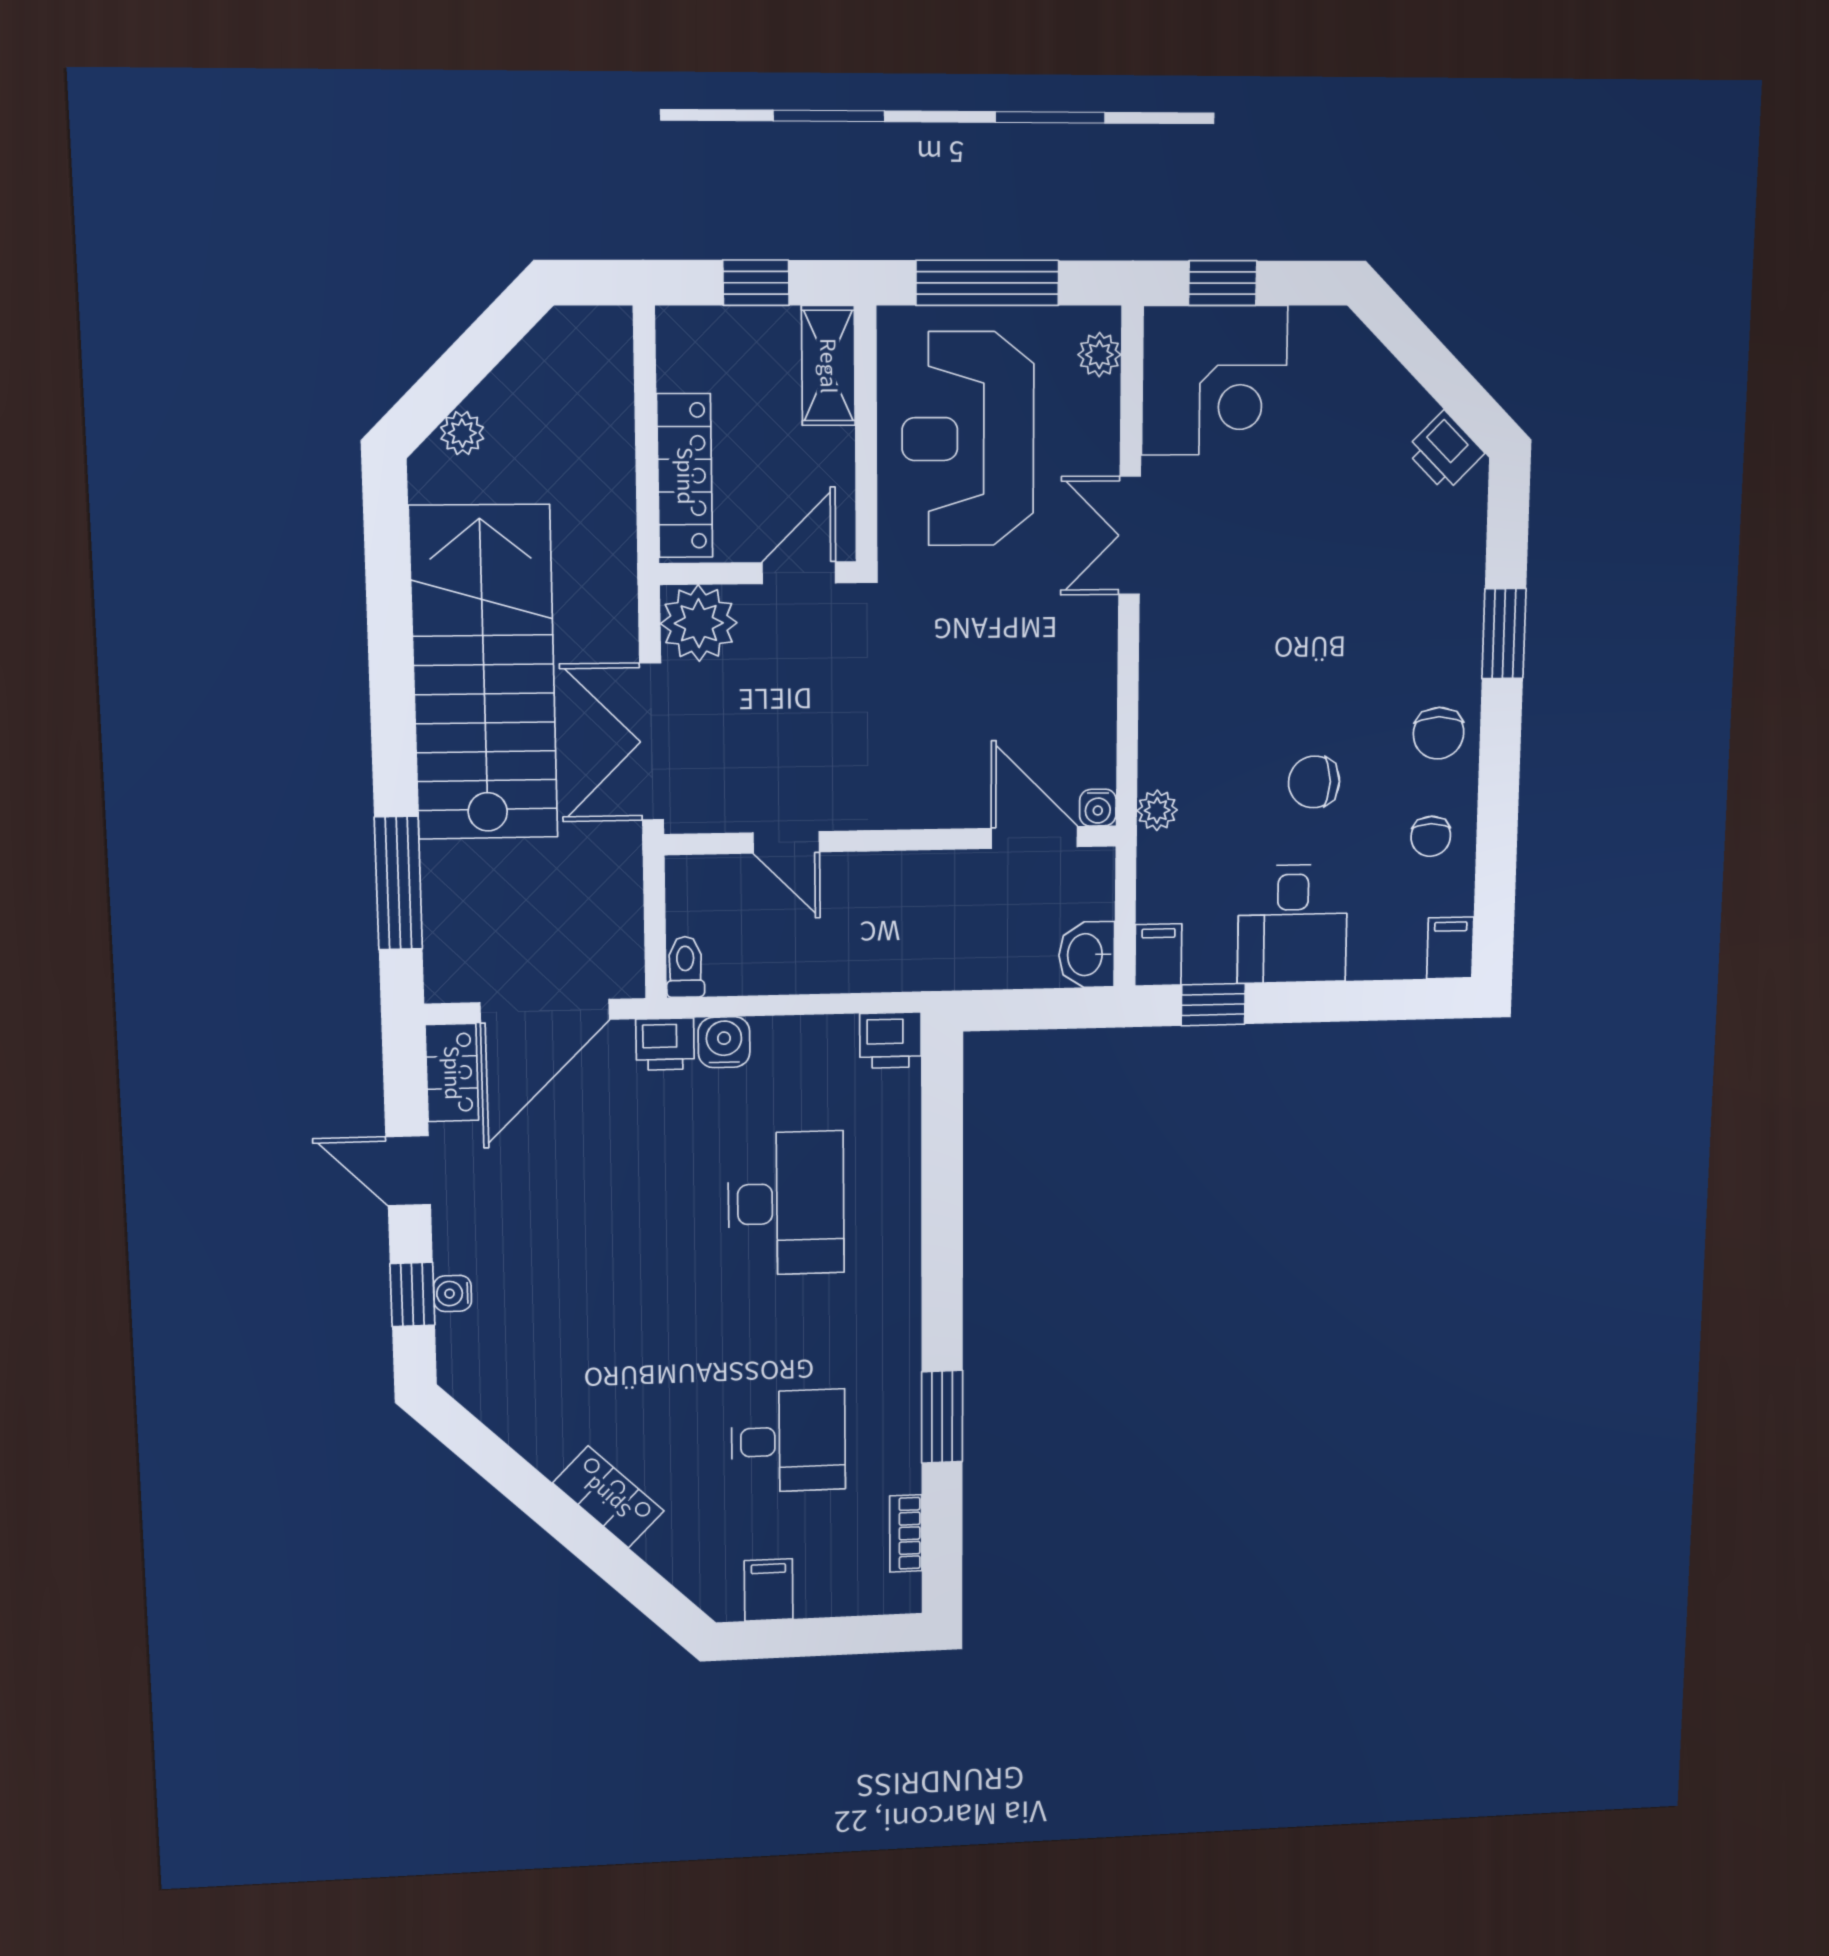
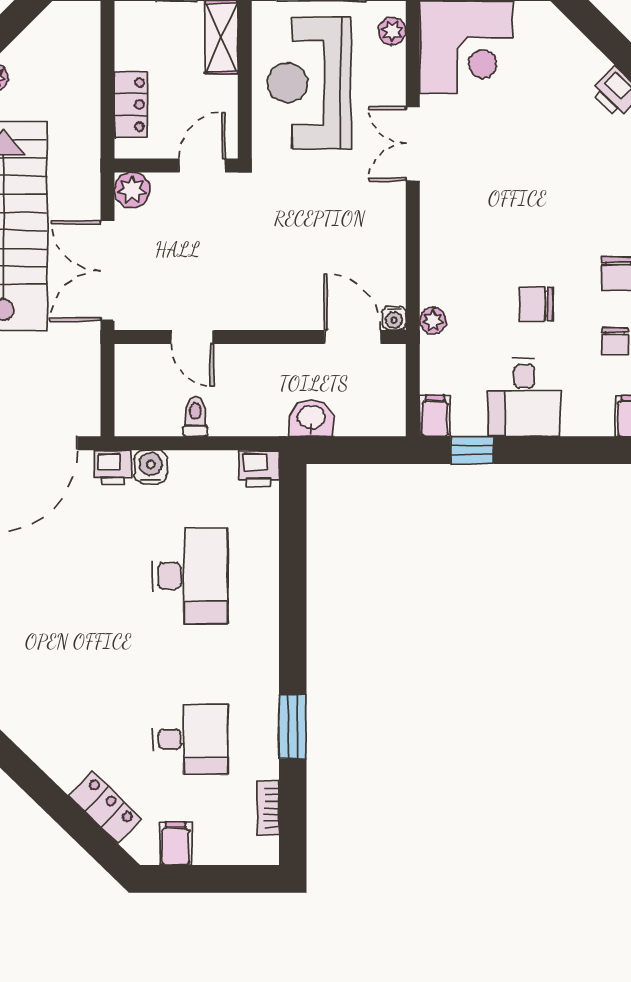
locker: (685, 476) -> (131, 105), width x0.66
plant: (699, 623) -> (132, 190), width x0.73, depth x0.73
washbasin: (1087, 955) -> (311, 418), moved, turned 90
toilet: (685, 967) -> (195, 417), moved
locker: (608, 1497) -> (105, 807), moved

